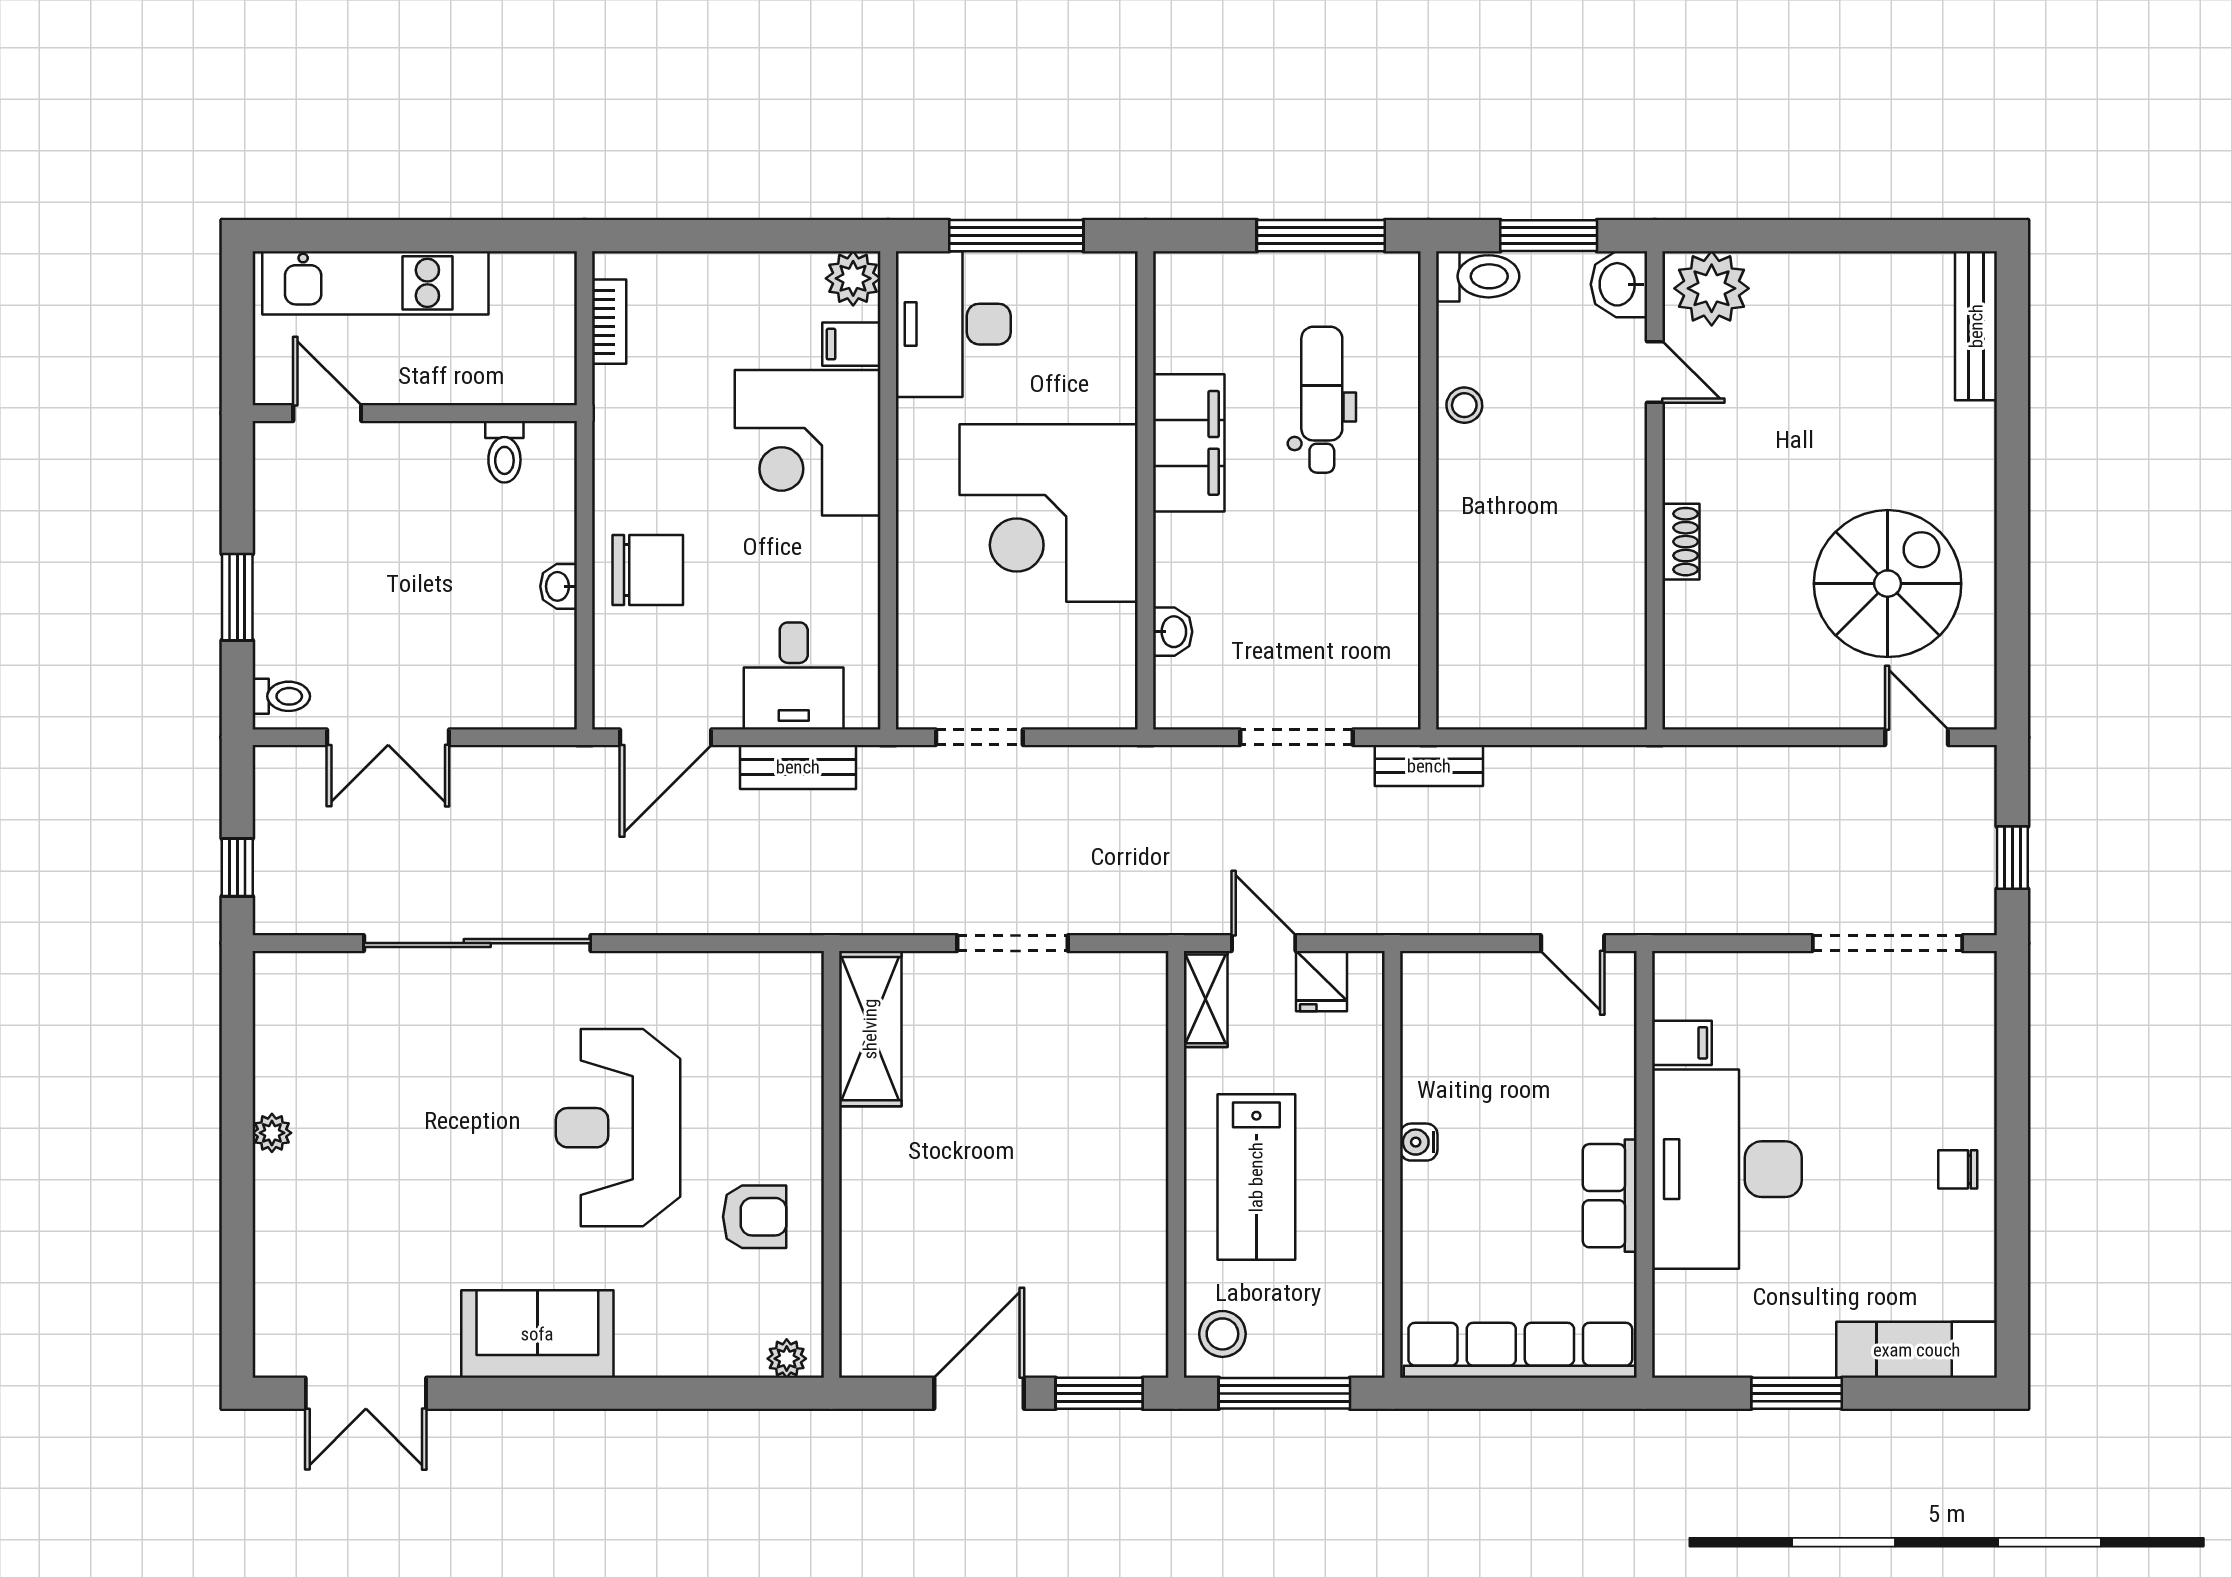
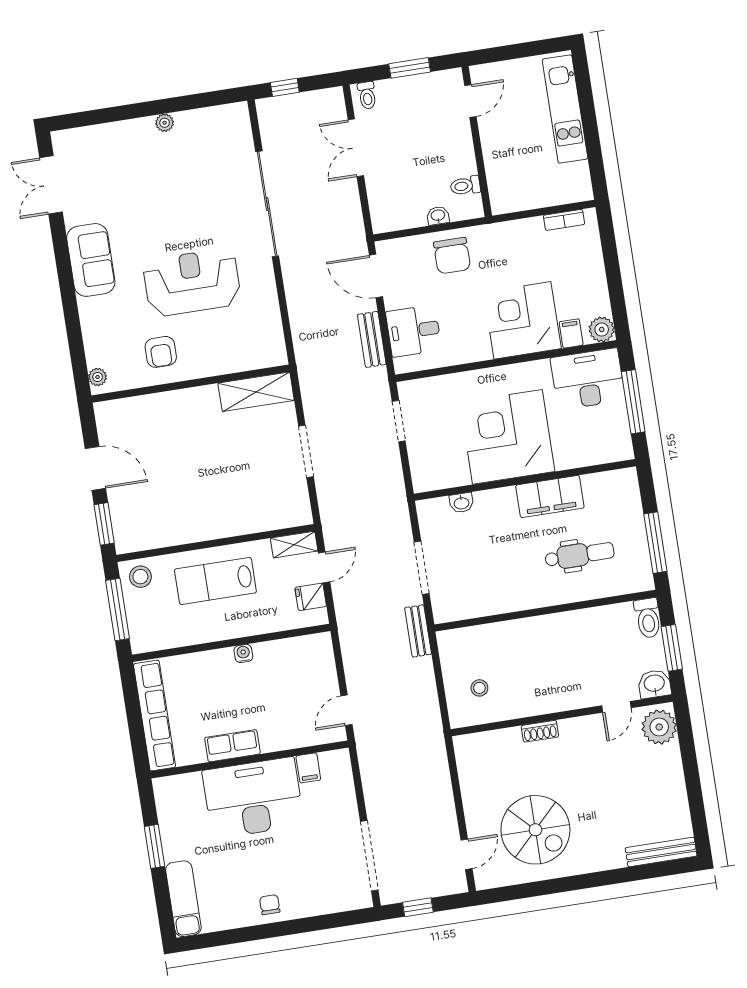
stool: (1464, 405) -> (479, 688), moved
door: (327, 413) -> (470, 101), moved
wall: (415, 413) -> (477, 141), moved
toilet: (504, 452) -> (465, 186), moved

